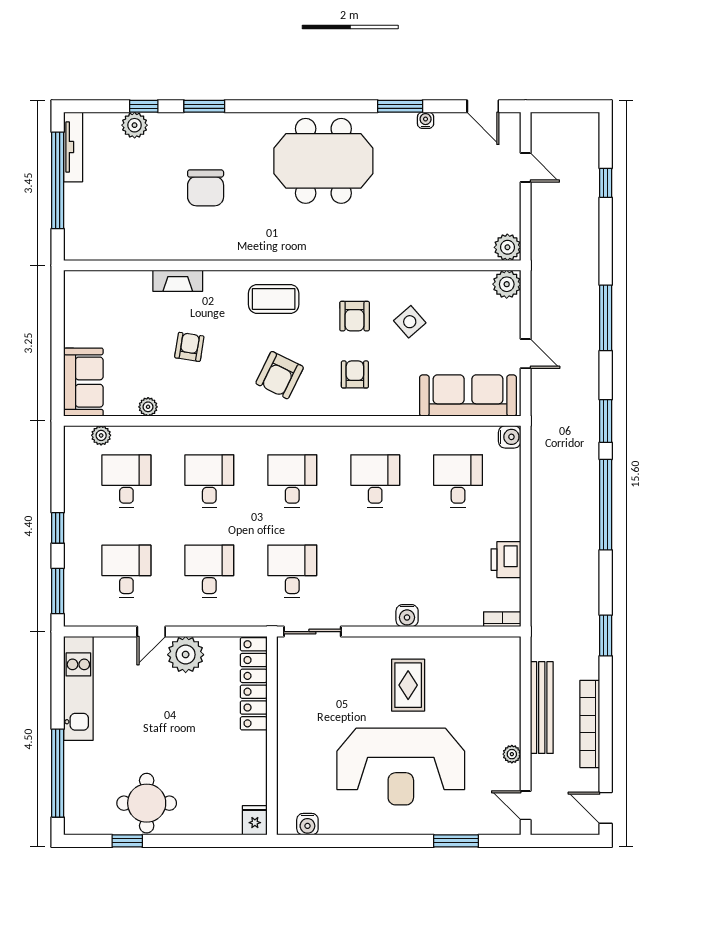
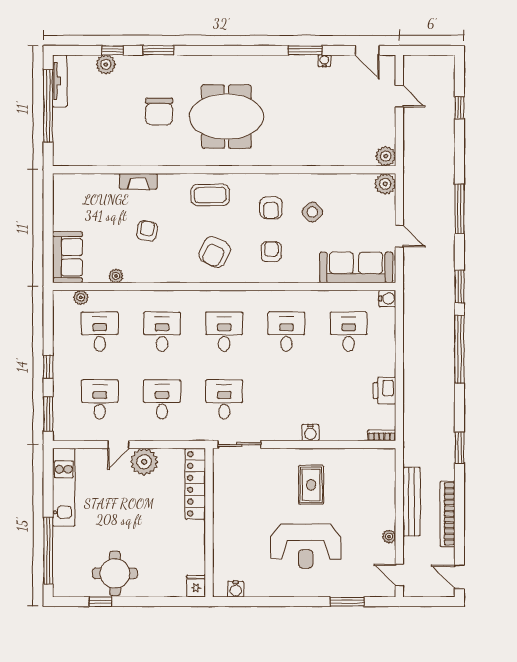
meeting table: (323, 161) -> (226, 117), moved
reception desk: (401, 767) -> (306, 546), width x0.74, depth x0.77

